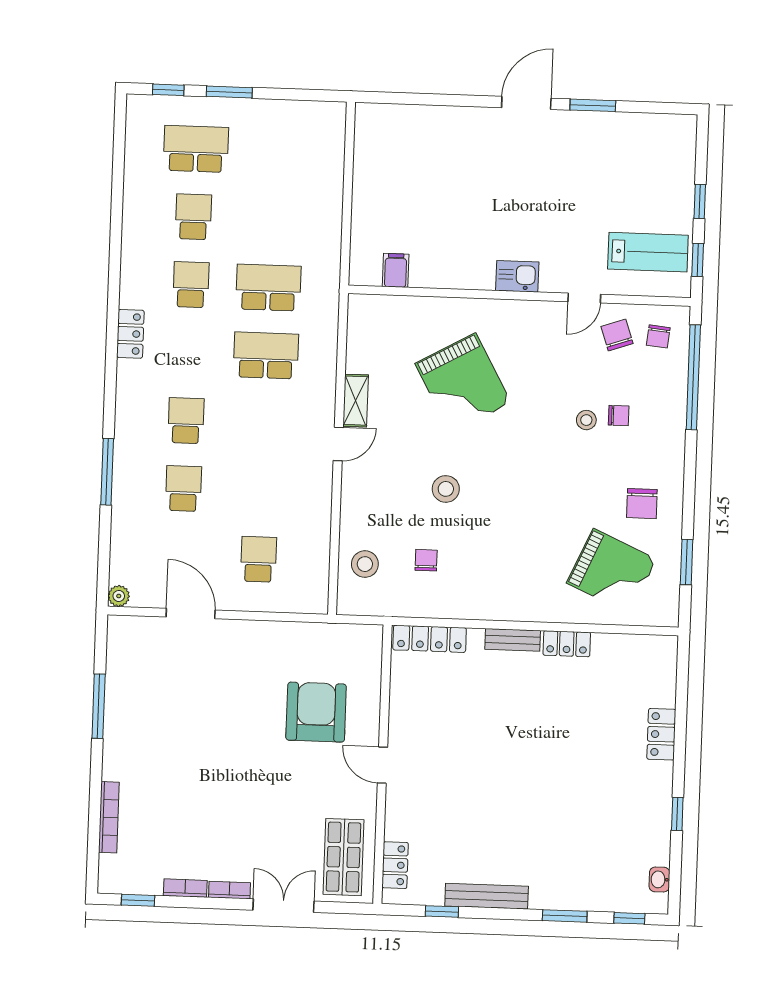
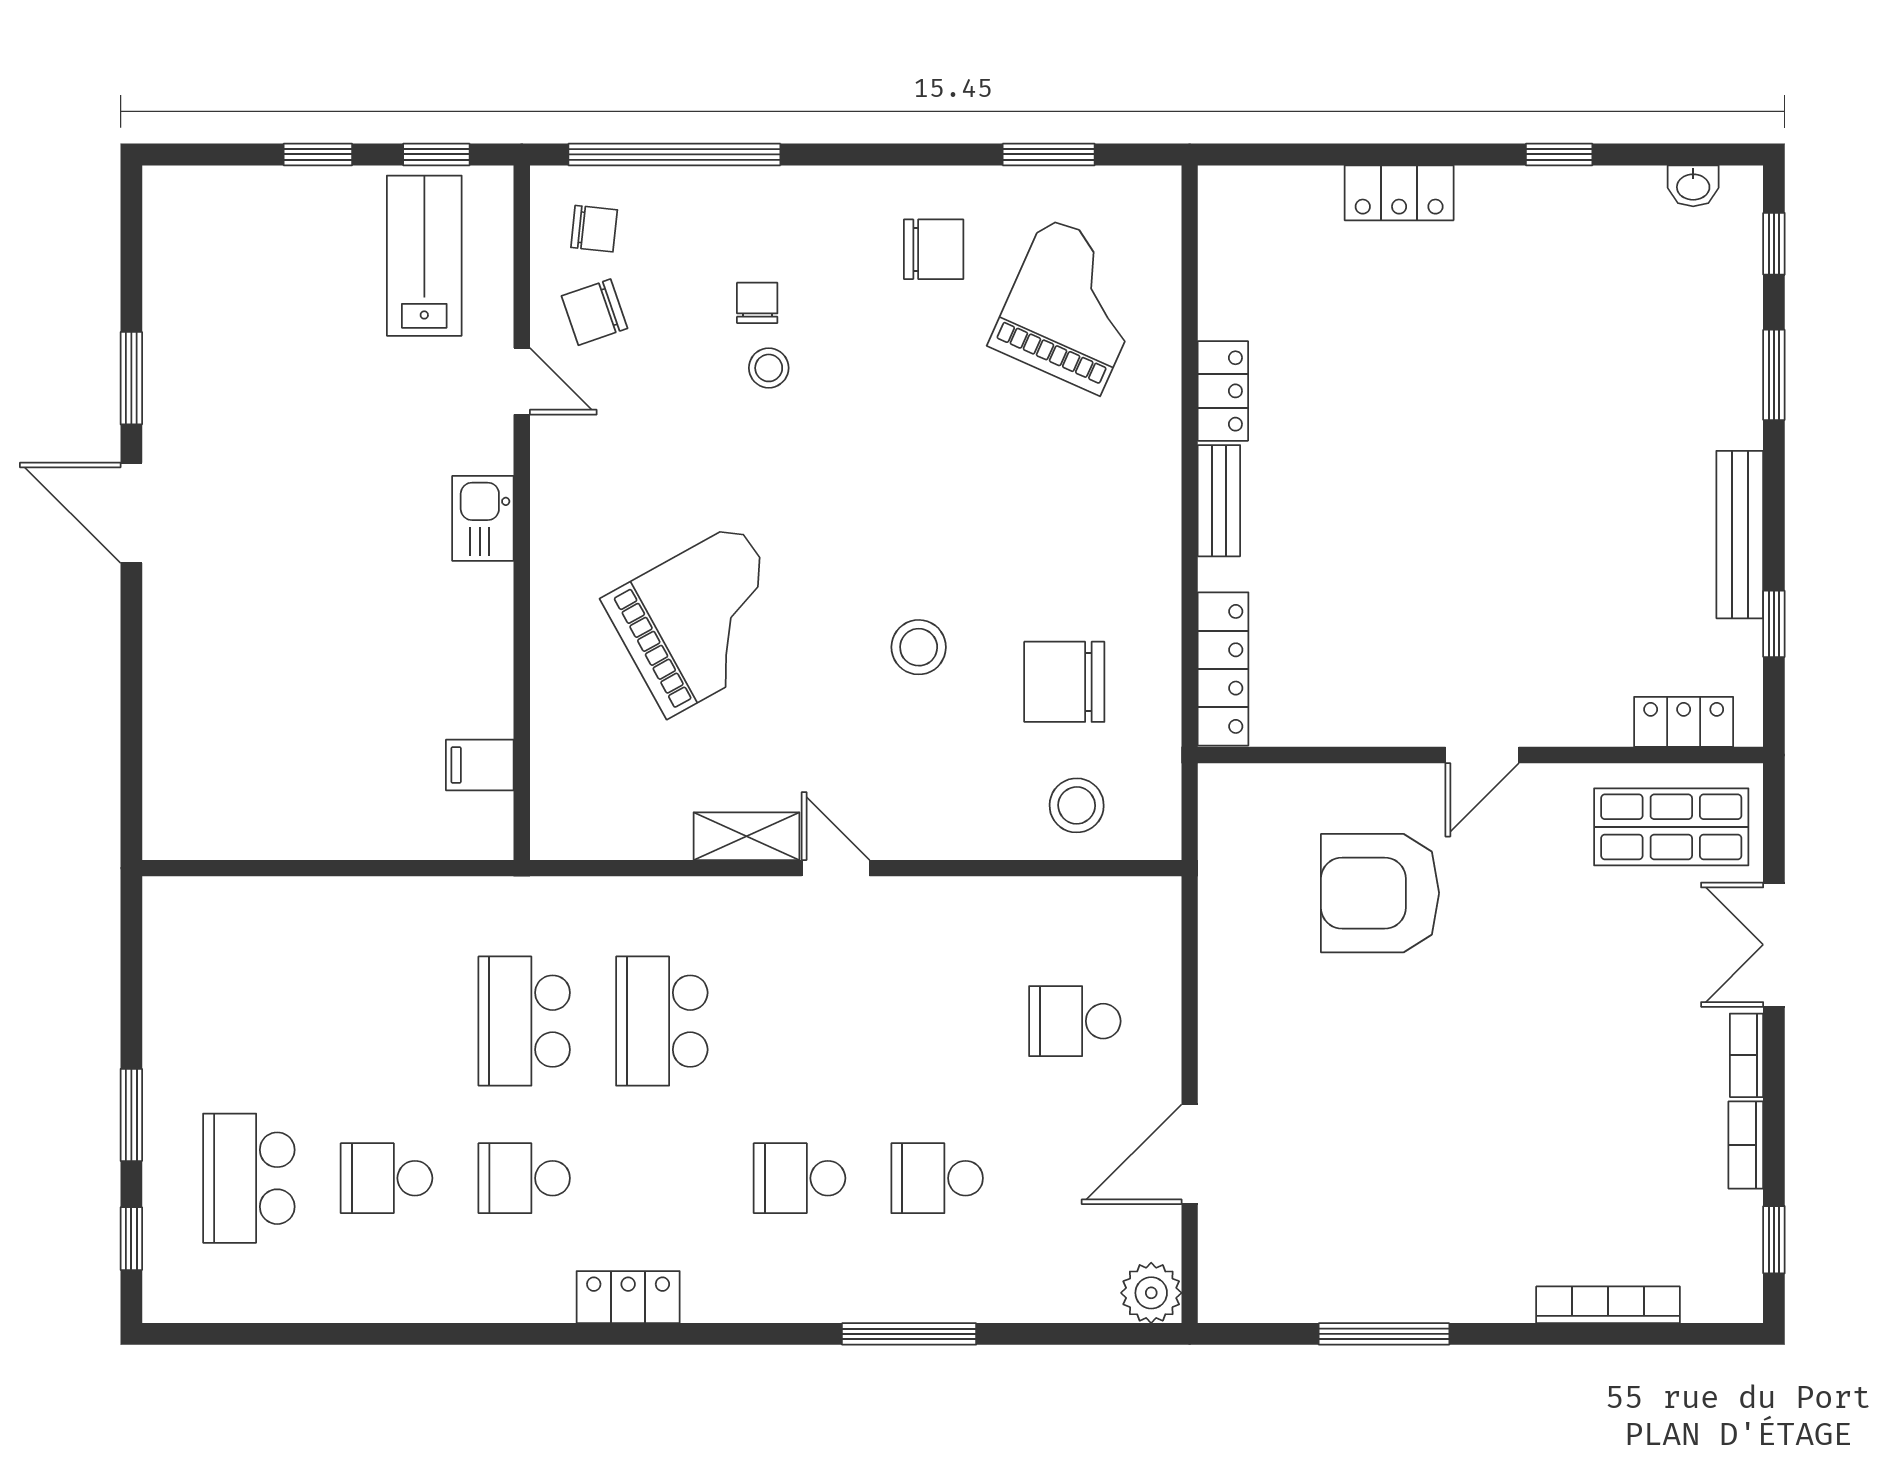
chair: (426, 560) -> (1064, 682), width x1.87, depth x1.87
plant: (119, 596) -> (1151, 1293), width x1.38, depth x1.38

